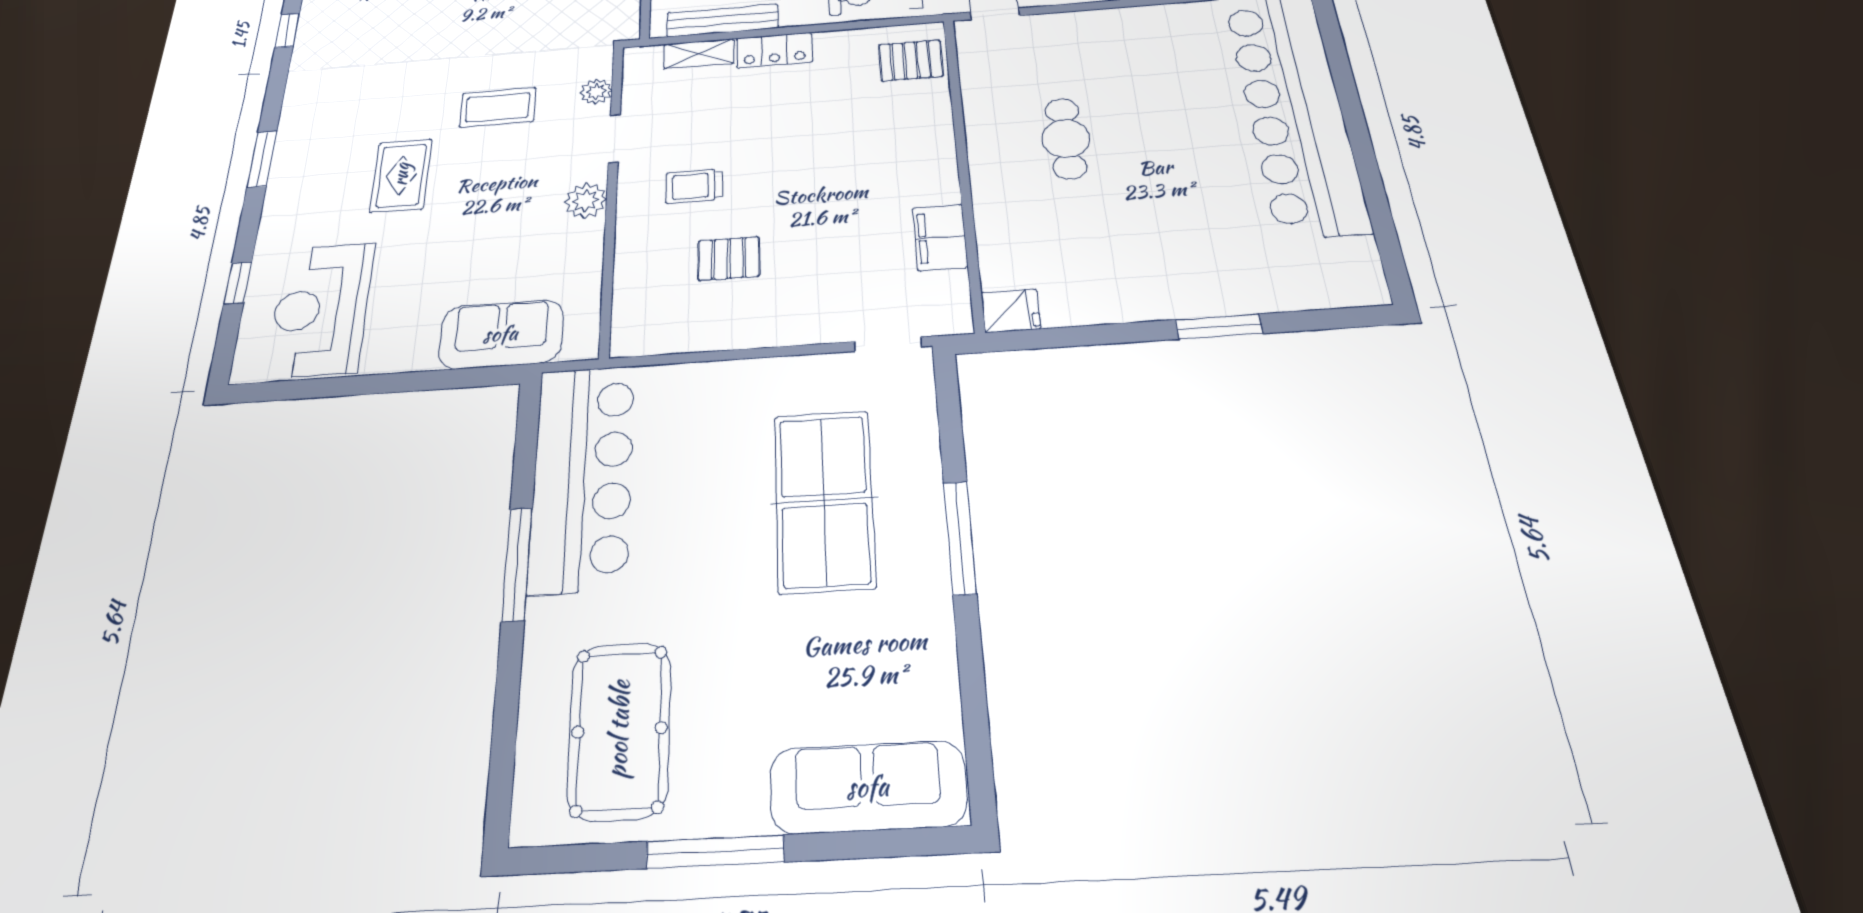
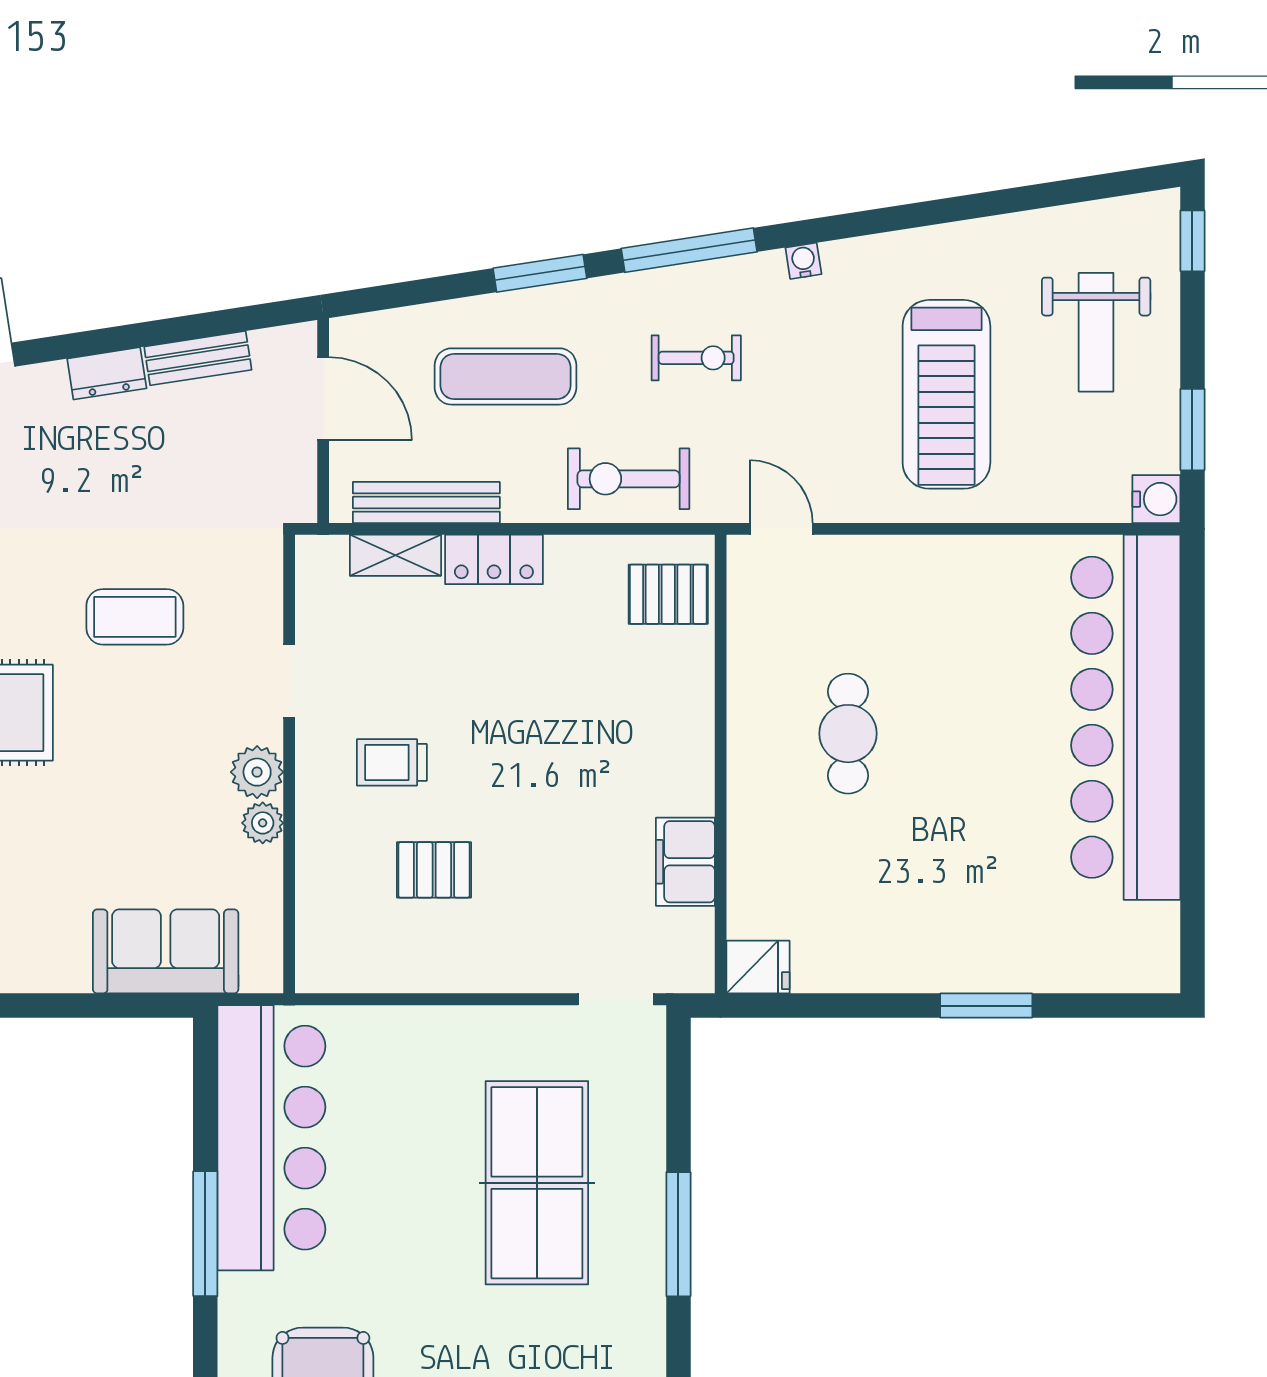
plant: (596, 92) -> (263, 823), moved

